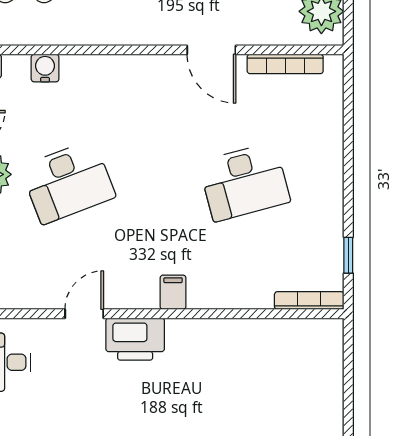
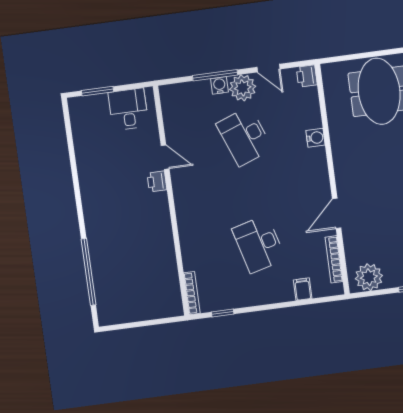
water cooler: (45, 68) -> (316, 138), moved
filing cabinet: (173, 292) -> (303, 289), moved, turned -90
printer: (135, 339) -> (157, 181), width x0.53, depth x0.68

